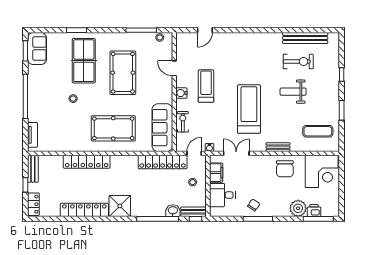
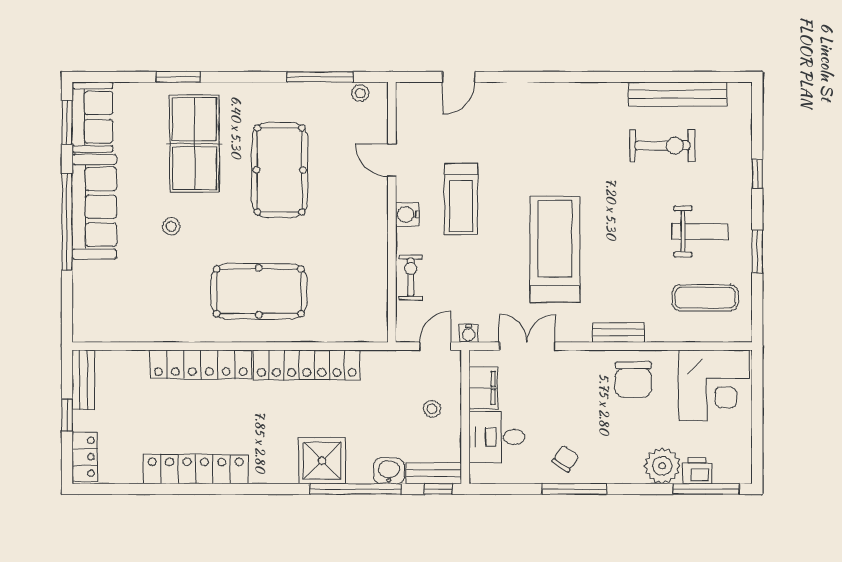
treadmill: (206, 86) -> (461, 199), turned 180
weight bench: (293, 92) -> (700, 231), moved, turned 180
sofa: (162, 128) -> (94, 207), moved, turned 180
tv unit: (33, 135) -> (83, 306), removed
locker: (163, 162) -> (307, 365), moved
shower: (120, 206) -> (322, 461), moved

